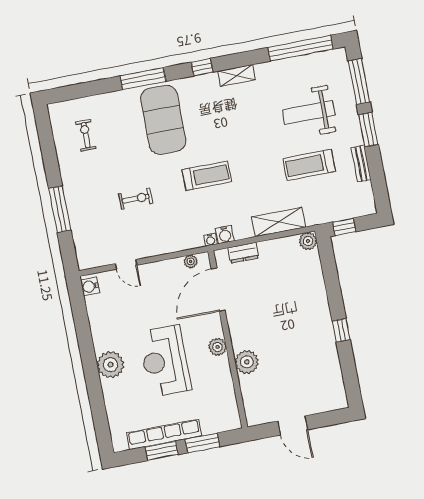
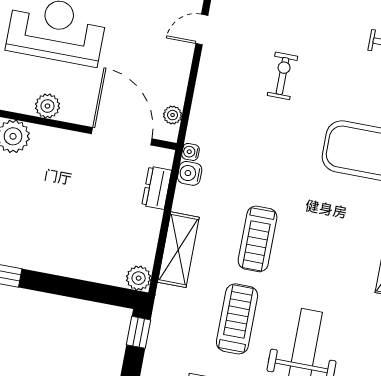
treadmill: (207, 176) -> (258, 239), moved
exercise bike: (136, 199) -> (282, 76), turned 180

